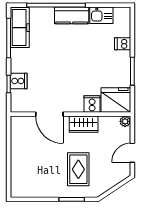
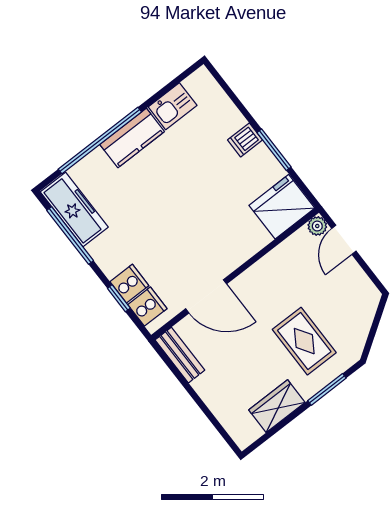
dishwasher: (123, 44) -> (245, 140), moved
cooker: (92, 104) -> (147, 307), moved, turned 90
wardrobe: (84, 124) -> (277, 406), moved, turned 180
bench: (16, 132) -> (180, 355), added
door: (132, 153) -> (344, 240), moved

